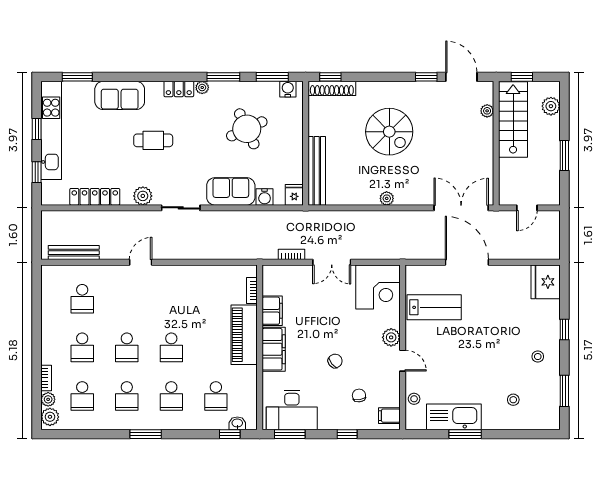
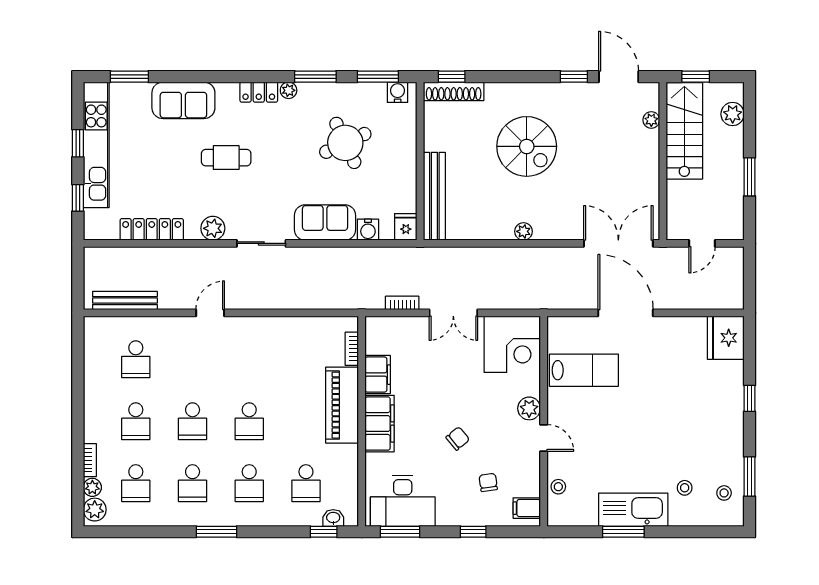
stool: (538, 357) -> (724, 493), moved
kitchen sink: (454, 417) -> (633, 510), moved

